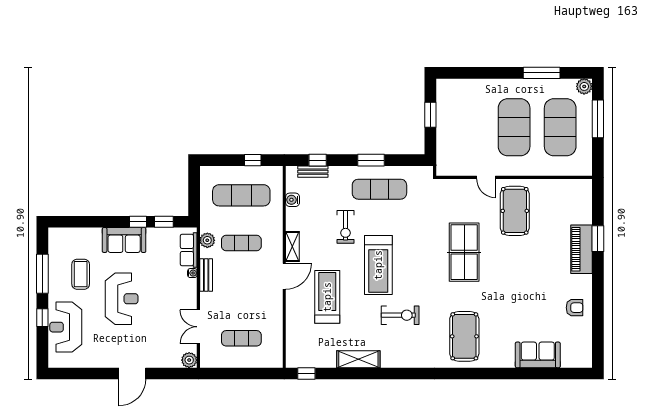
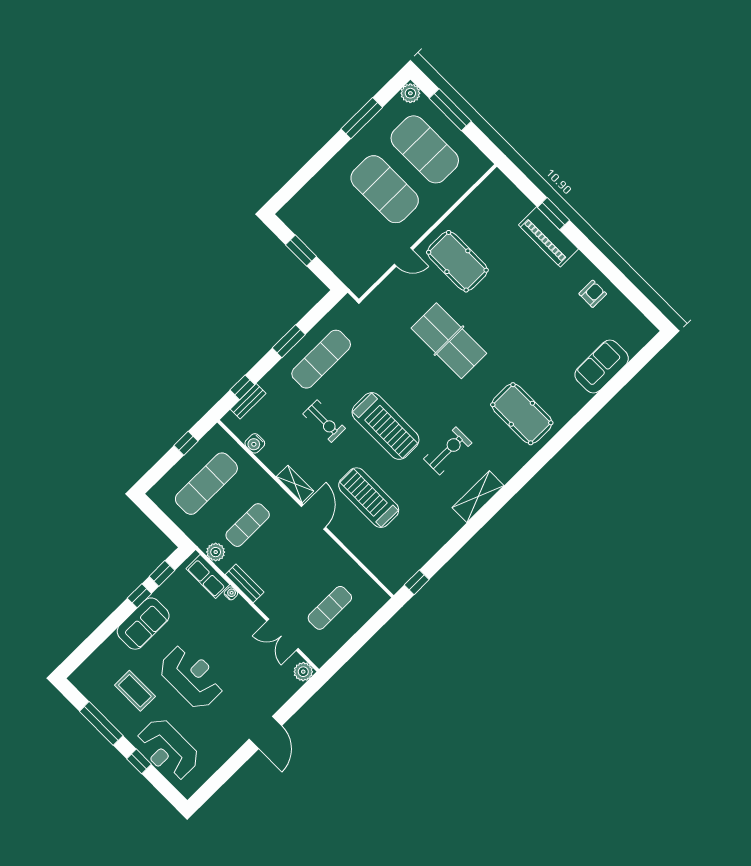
shelving: (358, 359) -> (478, 497), moved

